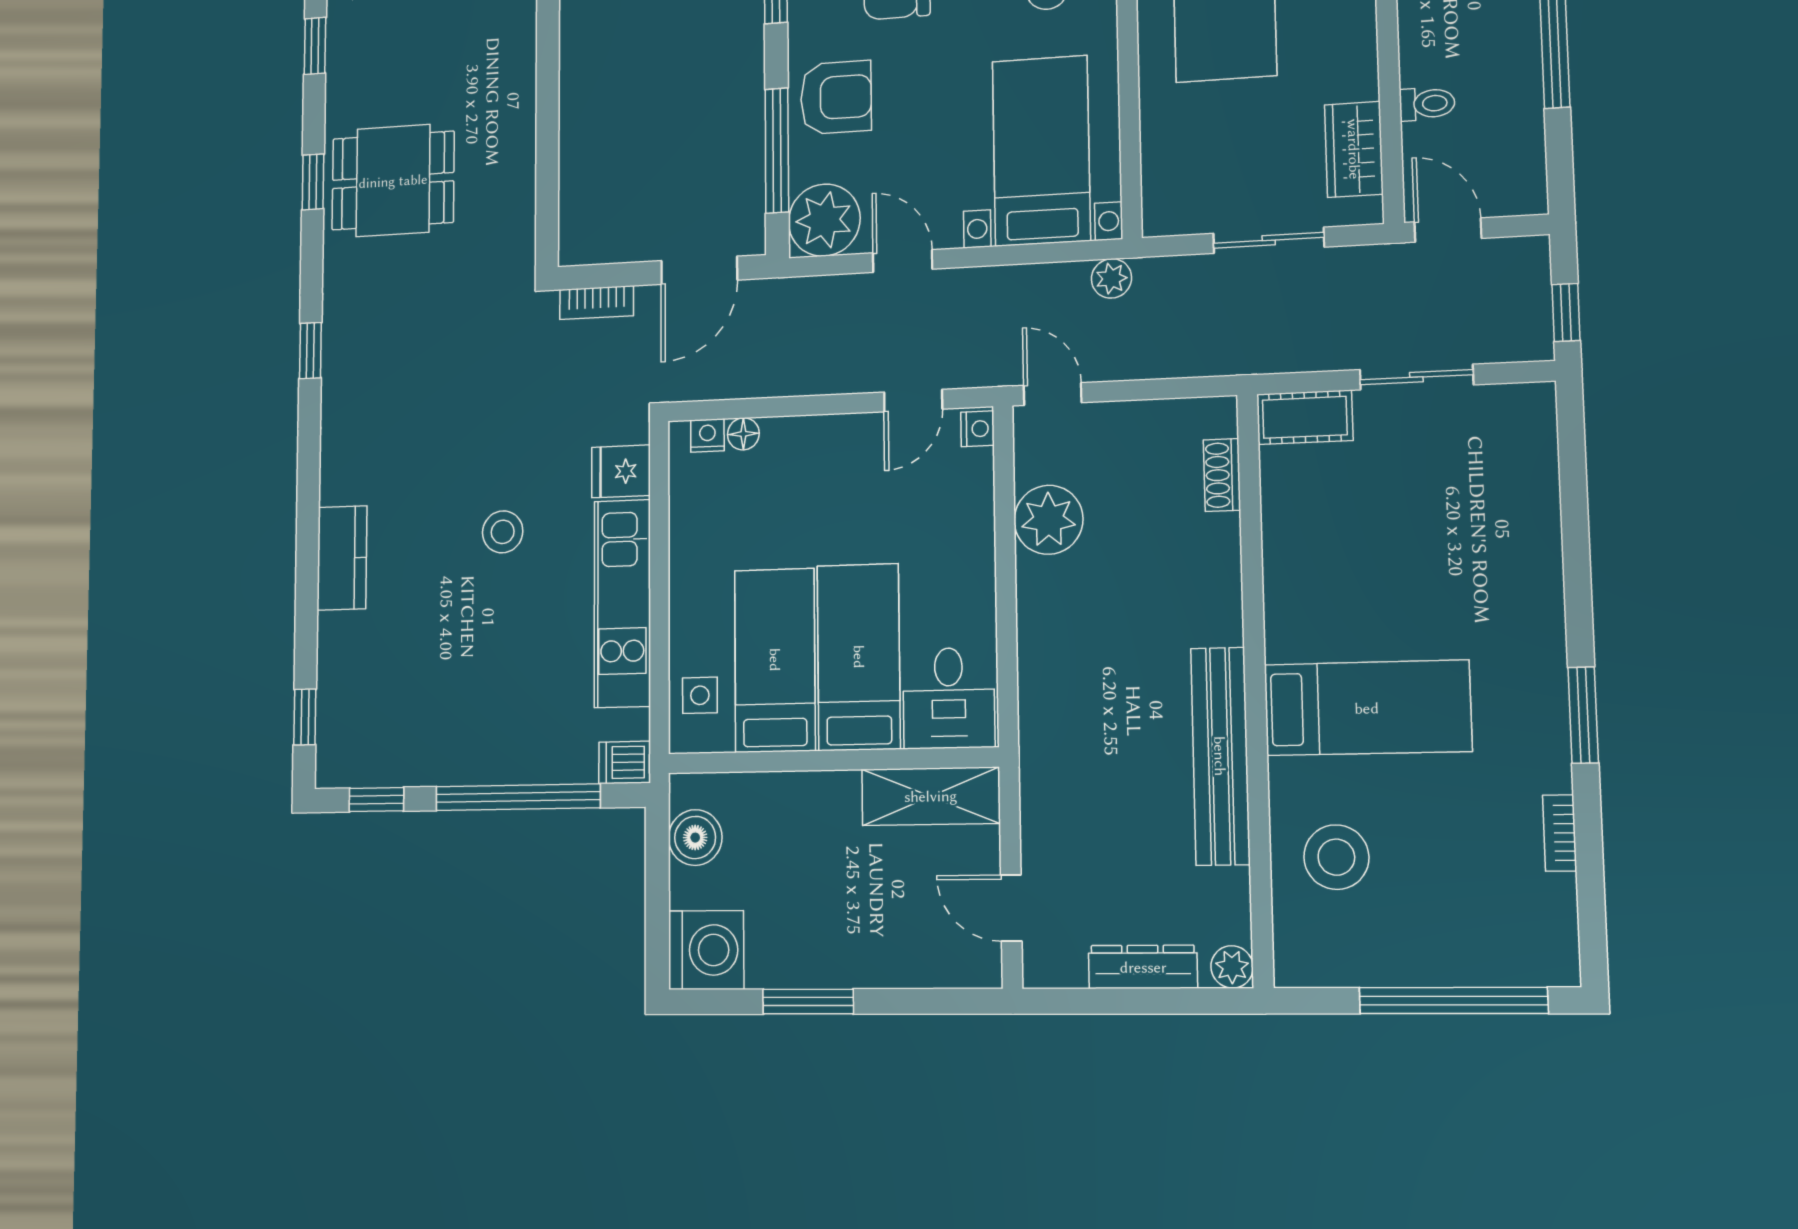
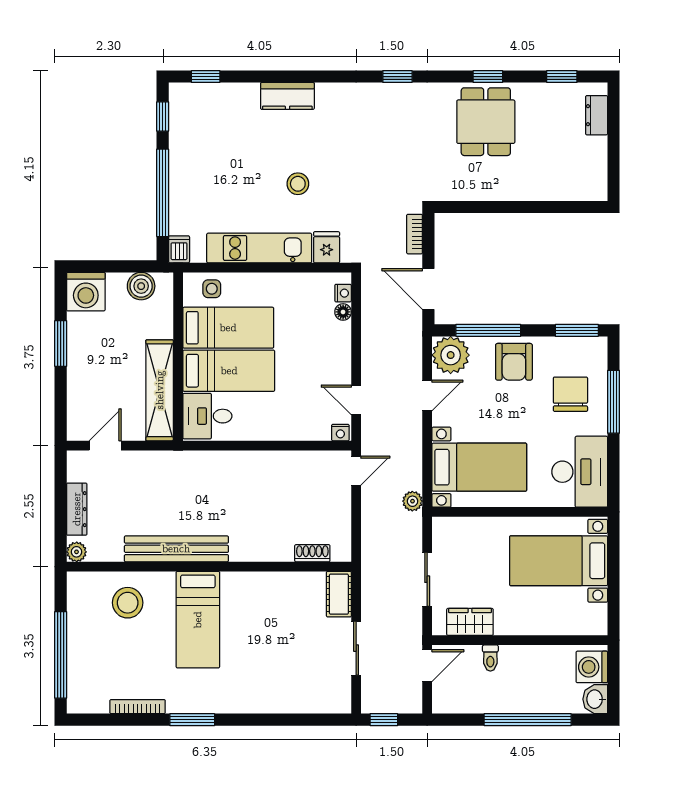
plant: (1049, 520) -> (294, 467), removed
shelving: (931, 796) -> (160, 390), width x1.47
bookcase: (1560, 833) -> (138, 707), width x1.56

